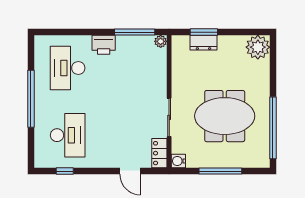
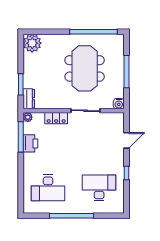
dresser: (203, 43) -> (29, 99), moved
printer: (104, 45) -> (30, 143), moved
locker: (159, 153) -> (56, 118), moved
window: (65, 171) -> (126, 173), moved

